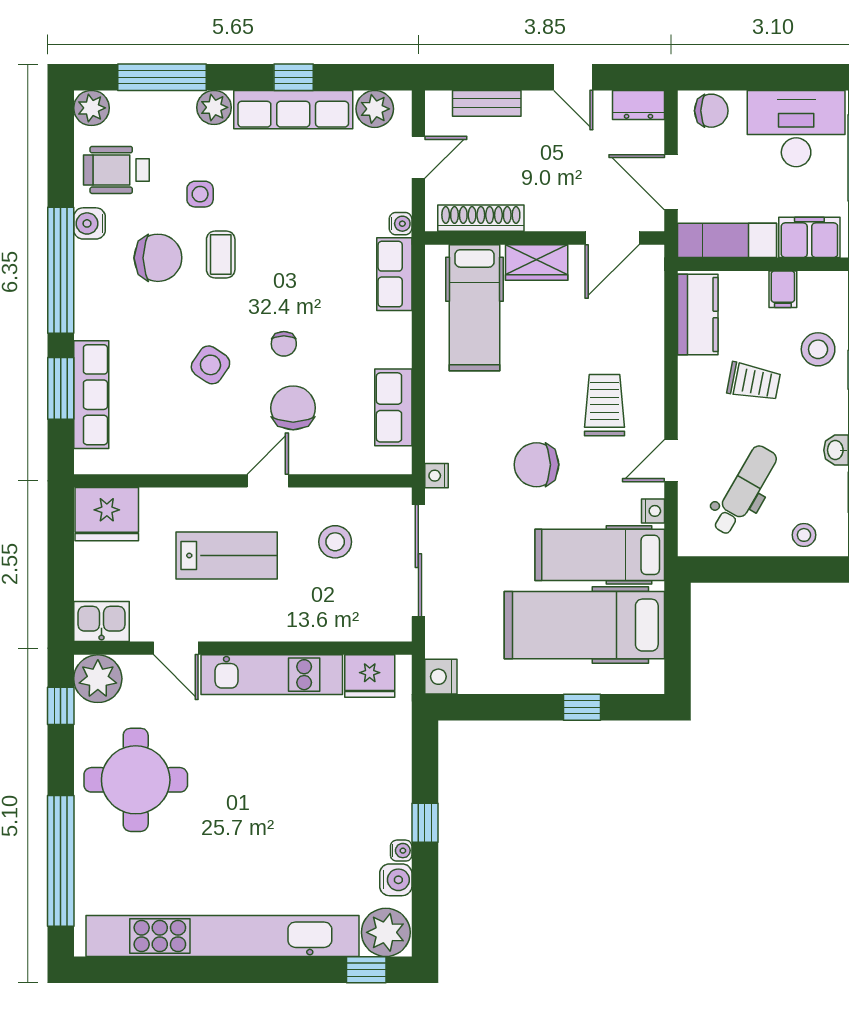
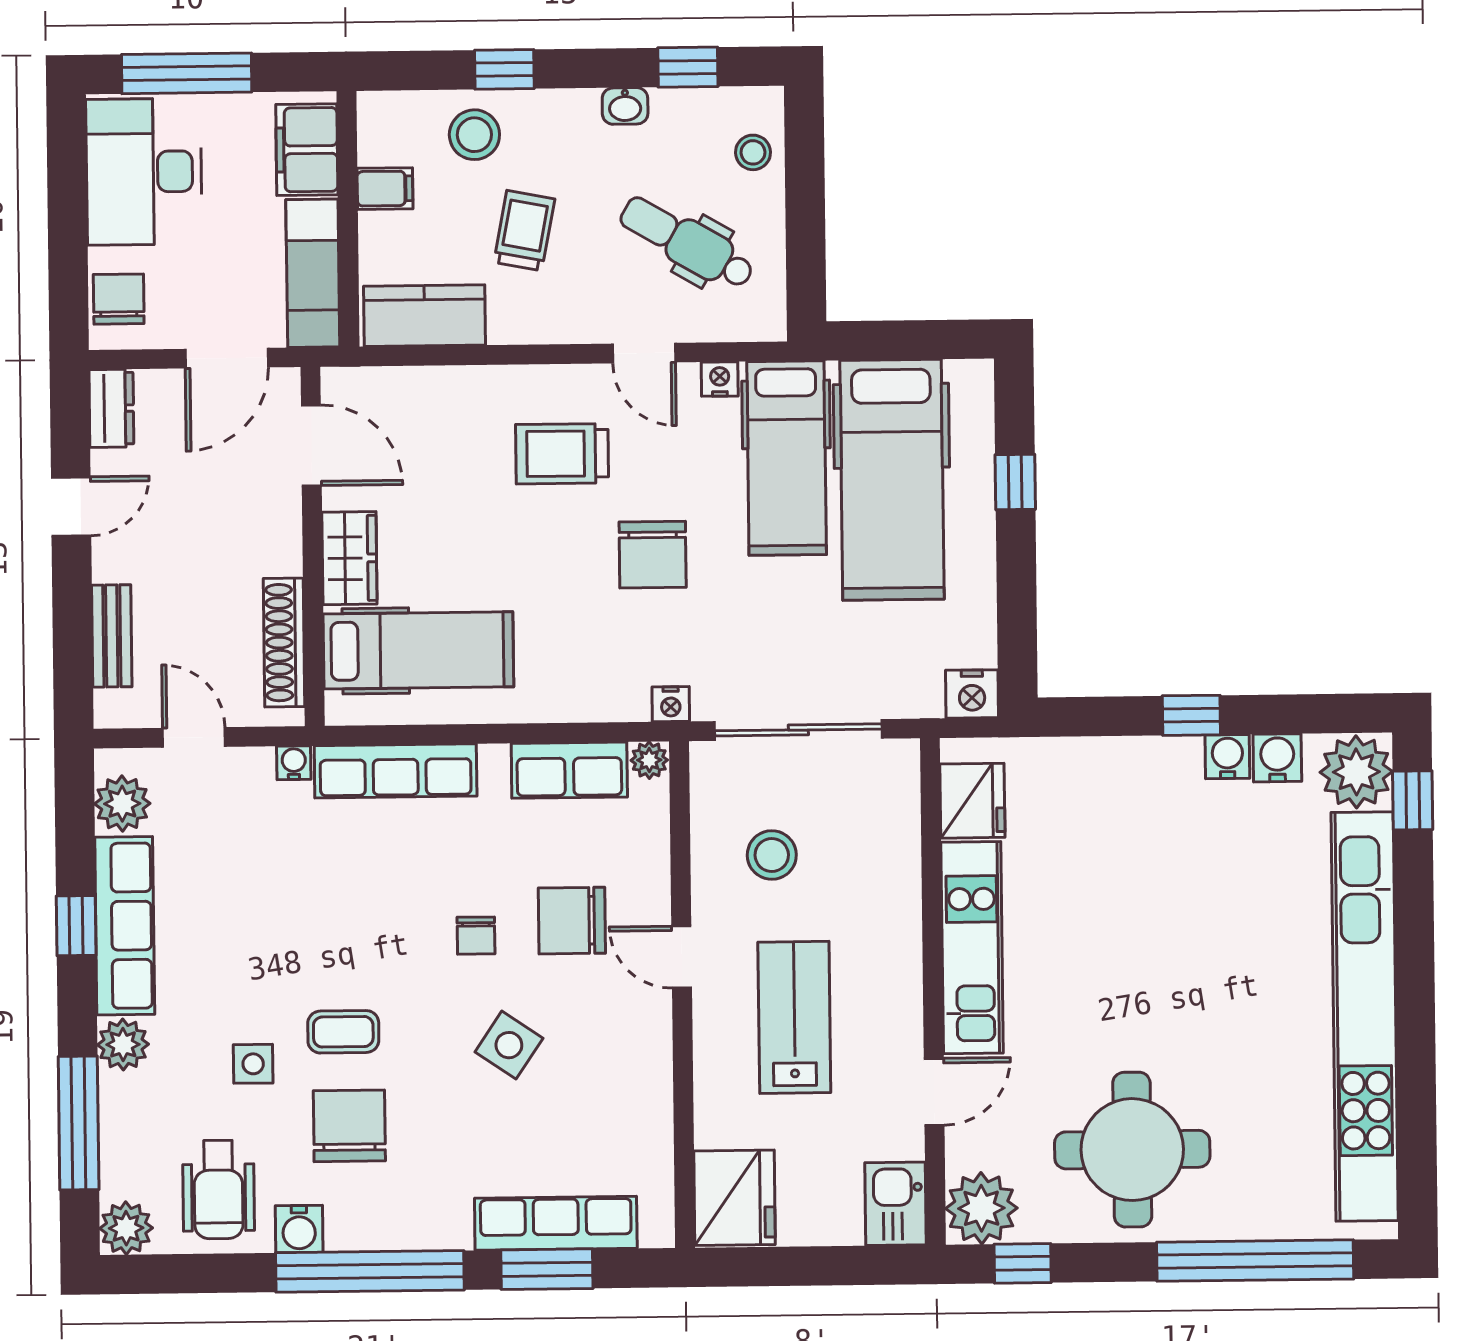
row of seats: (394, 274) -> (396, 771), width x1.48
chair: (284, 344) -> (476, 936), turned 90
plant: (399, 461) -> (649, 760), added
water cooler: (401, 851) -> (1227, 757), width x1.38, depth x1.38

